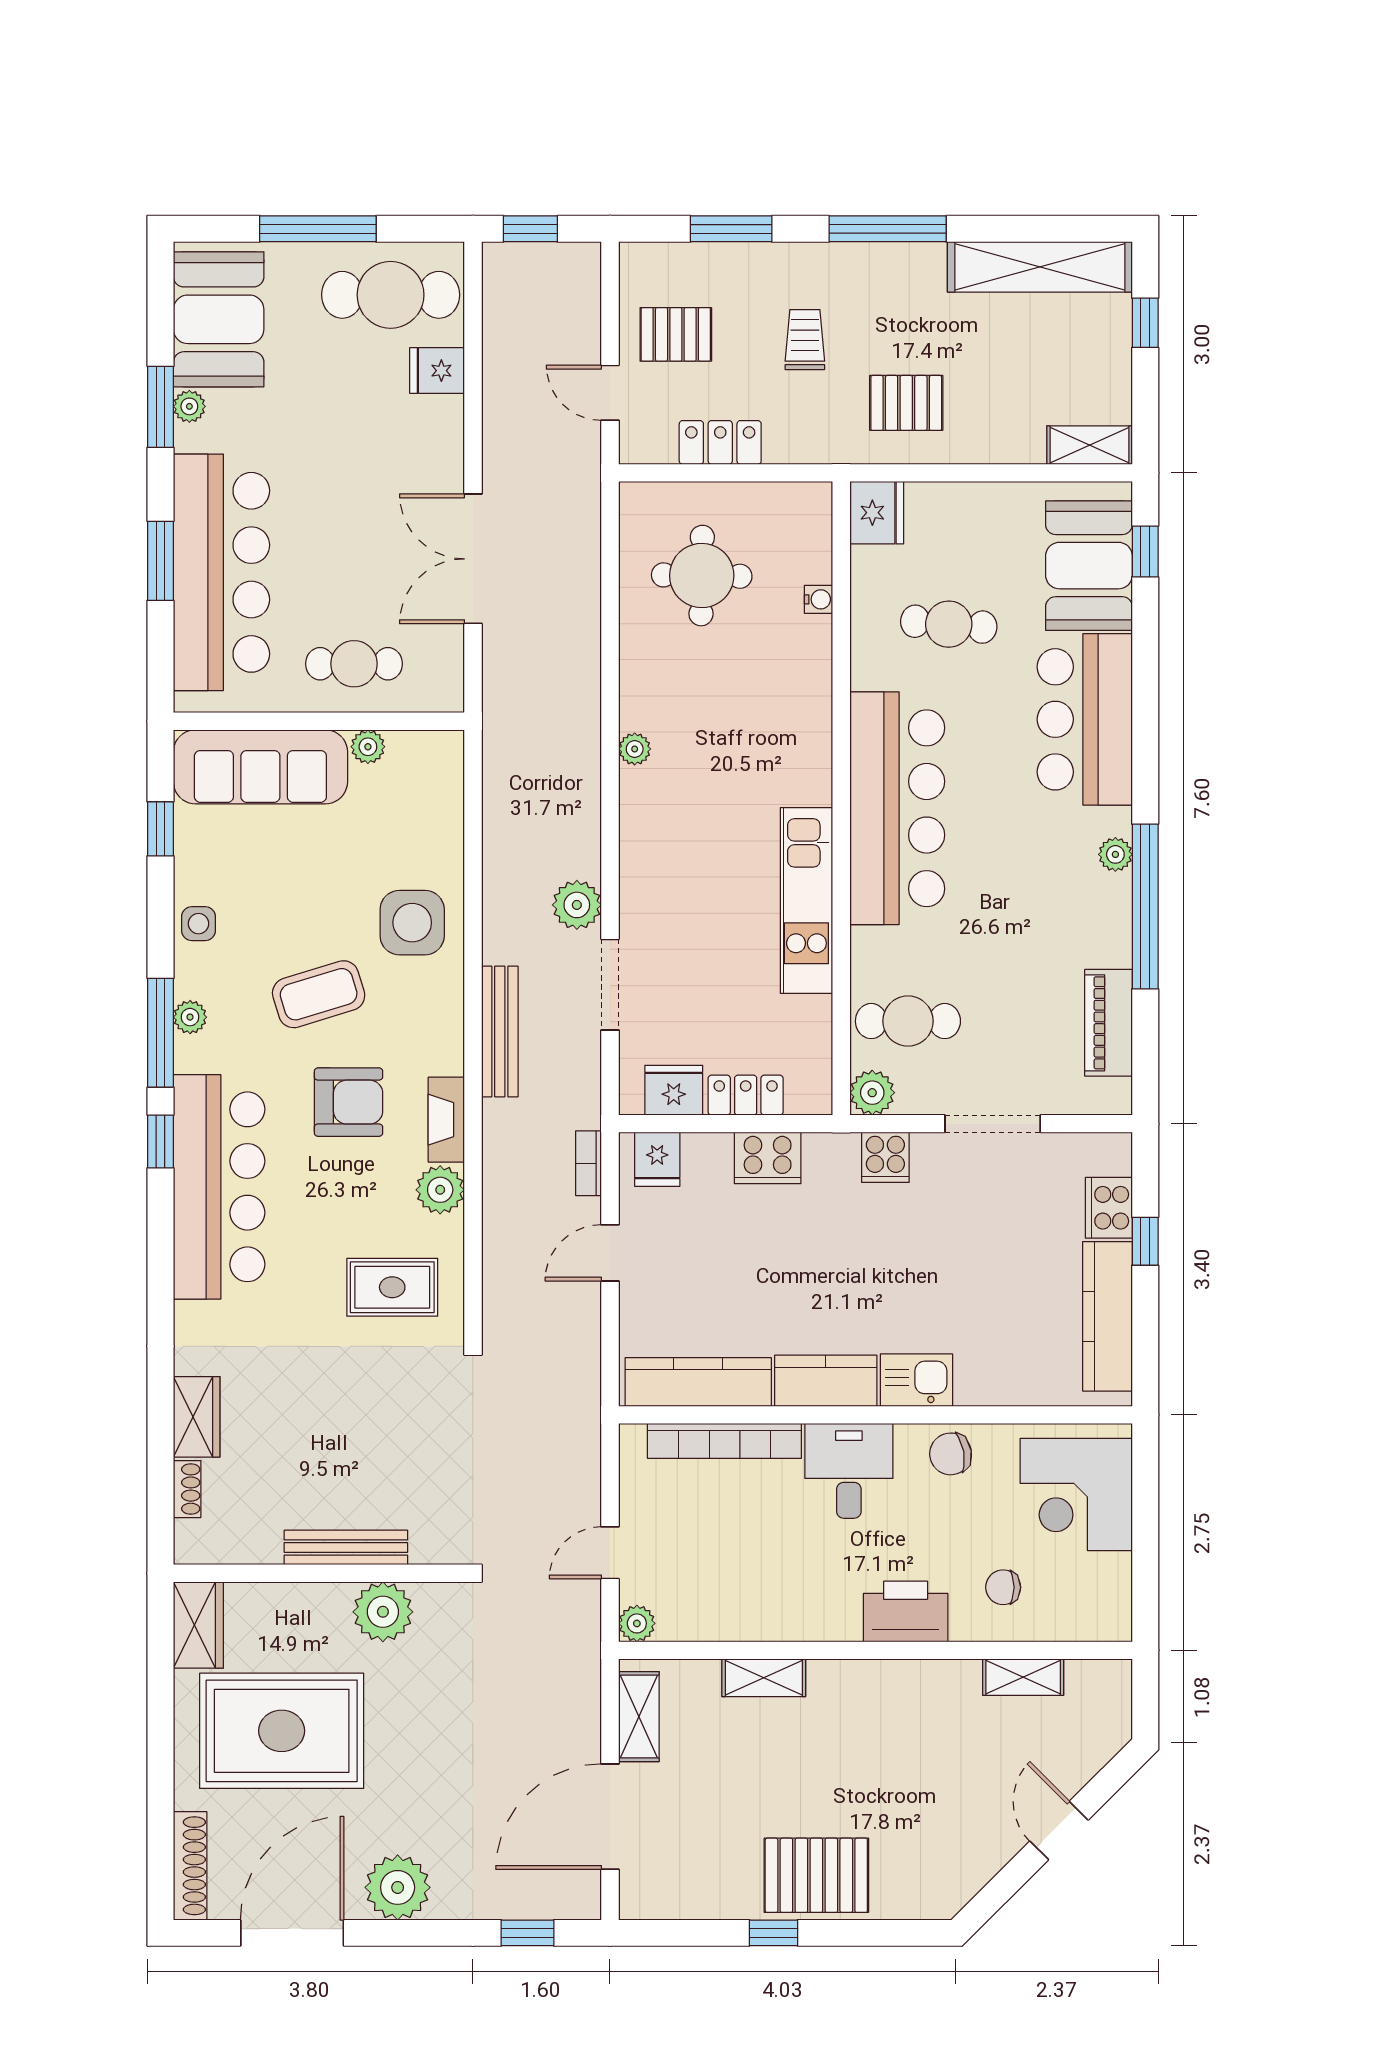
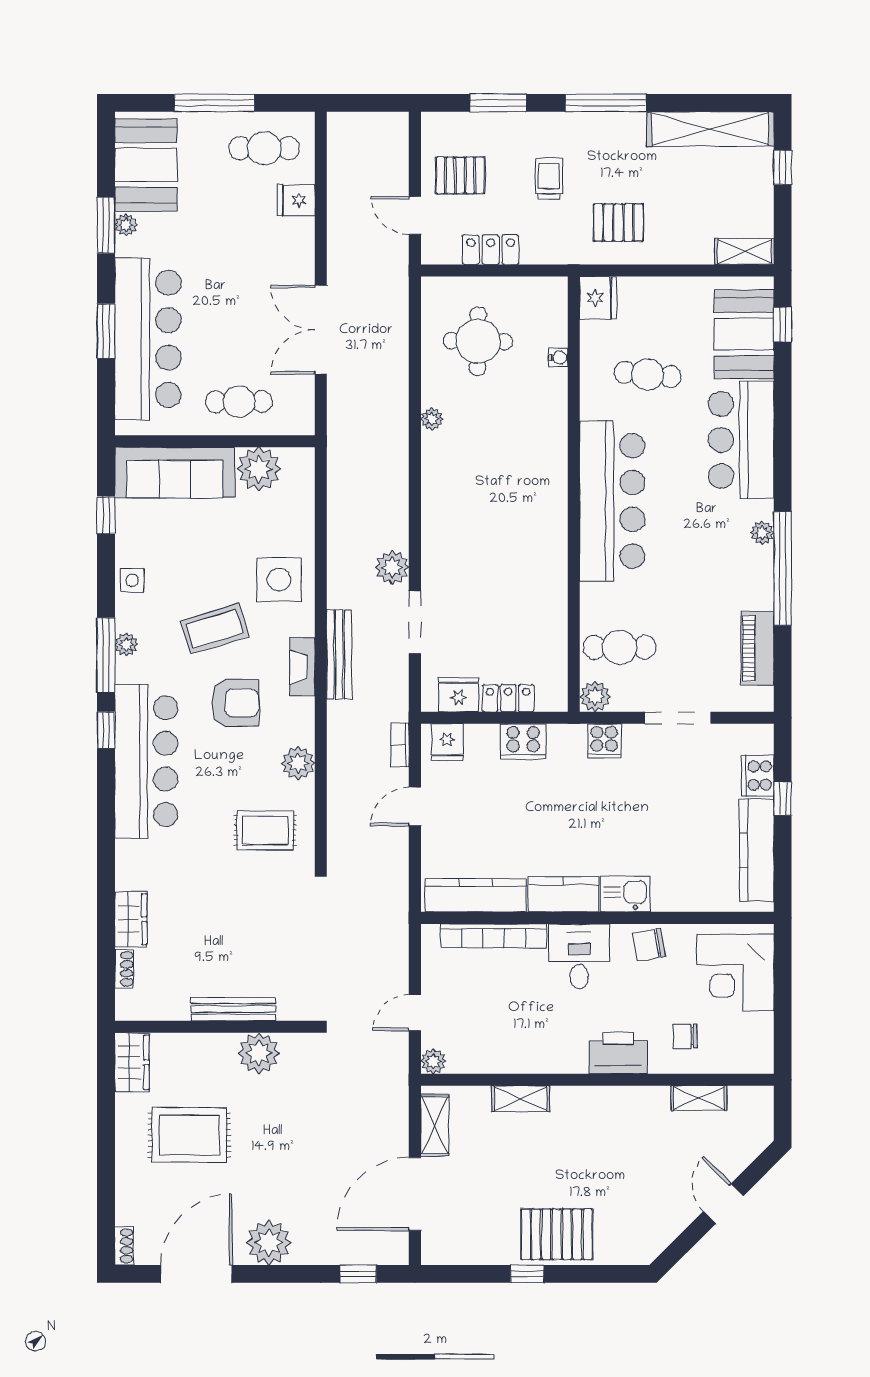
window: (530, 229) -> (360, 103), removed
cafe table: (391, 295) -> (264, 148), width x0.73, depth x0.74
plant: (368, 747) -> (259, 469), width x1.88, depth x1.88
plant: (635, 749) -> (432, 419), moved
kitchen unit: (806, 900) -> (550, 564), removed
fireplace: (446, 1120) -> (302, 667), moved
rug: (282, 1731) -> (189, 1135), width x0.73, depth x0.69
shoe rack: (190, 1866) -> (124, 1246), width x0.51, depth x0.81

